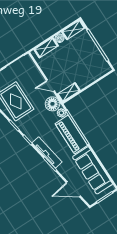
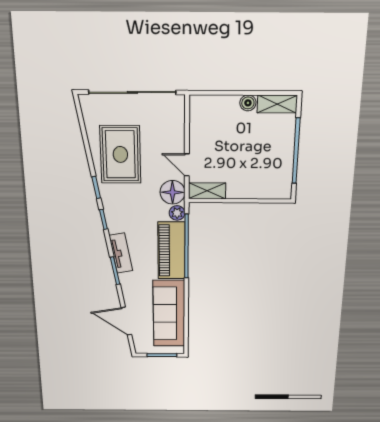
shelving: (46, 48) -> (218, 104), removed
tv unit: (47, 152) -> (121, 253), width x0.71

